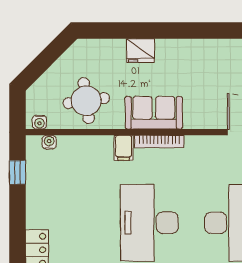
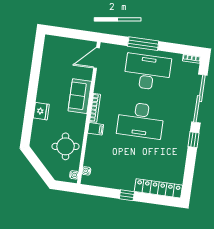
sofa: (154, 113) -> (80, 96), moved
window: (17, 172) -> (127, 195), moved

